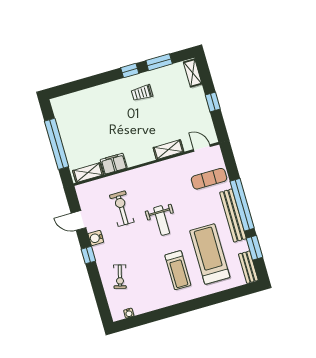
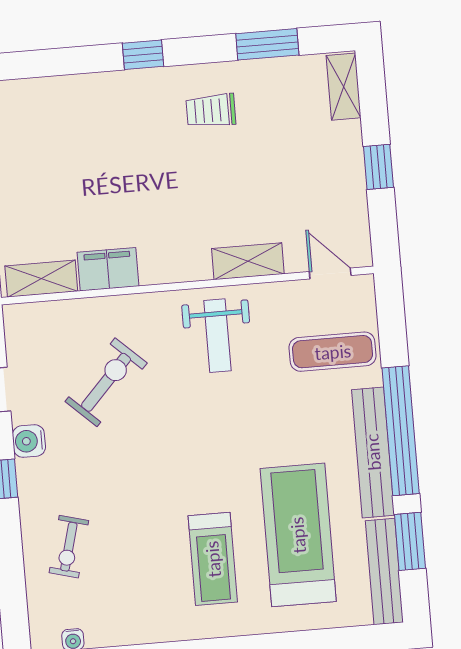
window: (130, 71) -> (143, 55), moved
exercise bike: (122, 209) -> (106, 382), turned 43
weight bench: (162, 221) -> (217, 336), moved
bench: (248, 267) -> (384, 572), width x1.36

